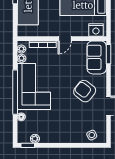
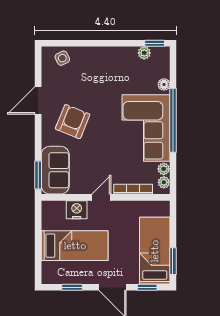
nightstand: (96, 30) -> (77, 210), moved
armchair: (85, 91) -> (73, 122), turned -106

